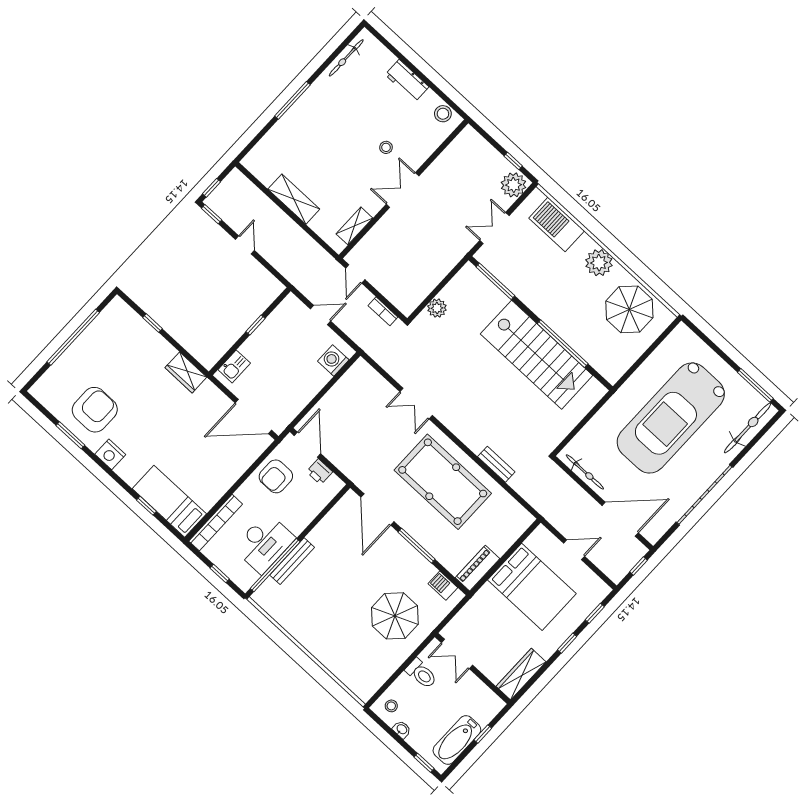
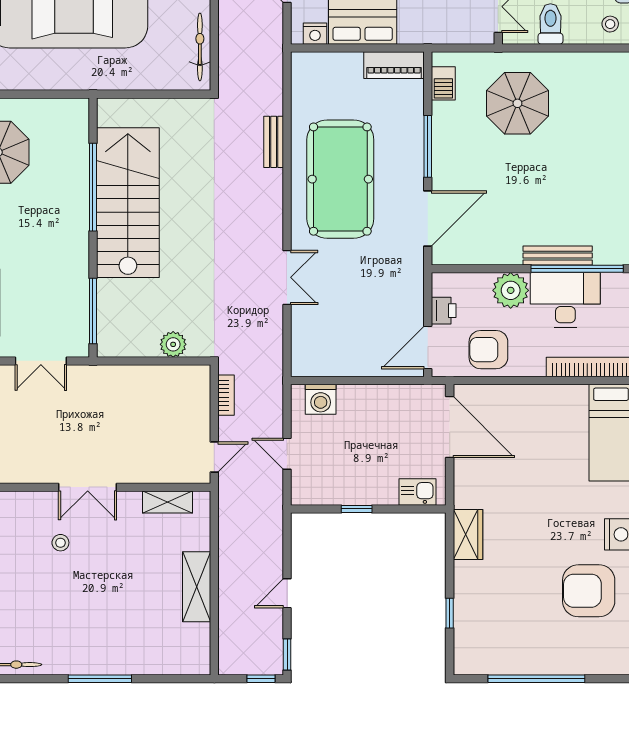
armchair: (276, 476) -> (488, 350), turned 180
plant: (297, 518) -> (511, 290), added
nightstand: (534, 541) -> (315, 34), added

